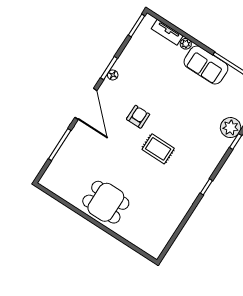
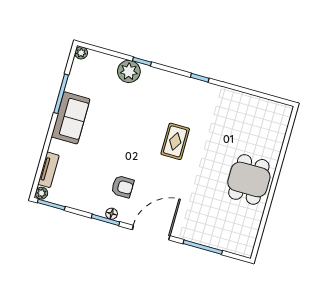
plant: (186, 44) -> (41, 193), moved
armchair: (138, 117) -> (123, 187), moved, turned 180

